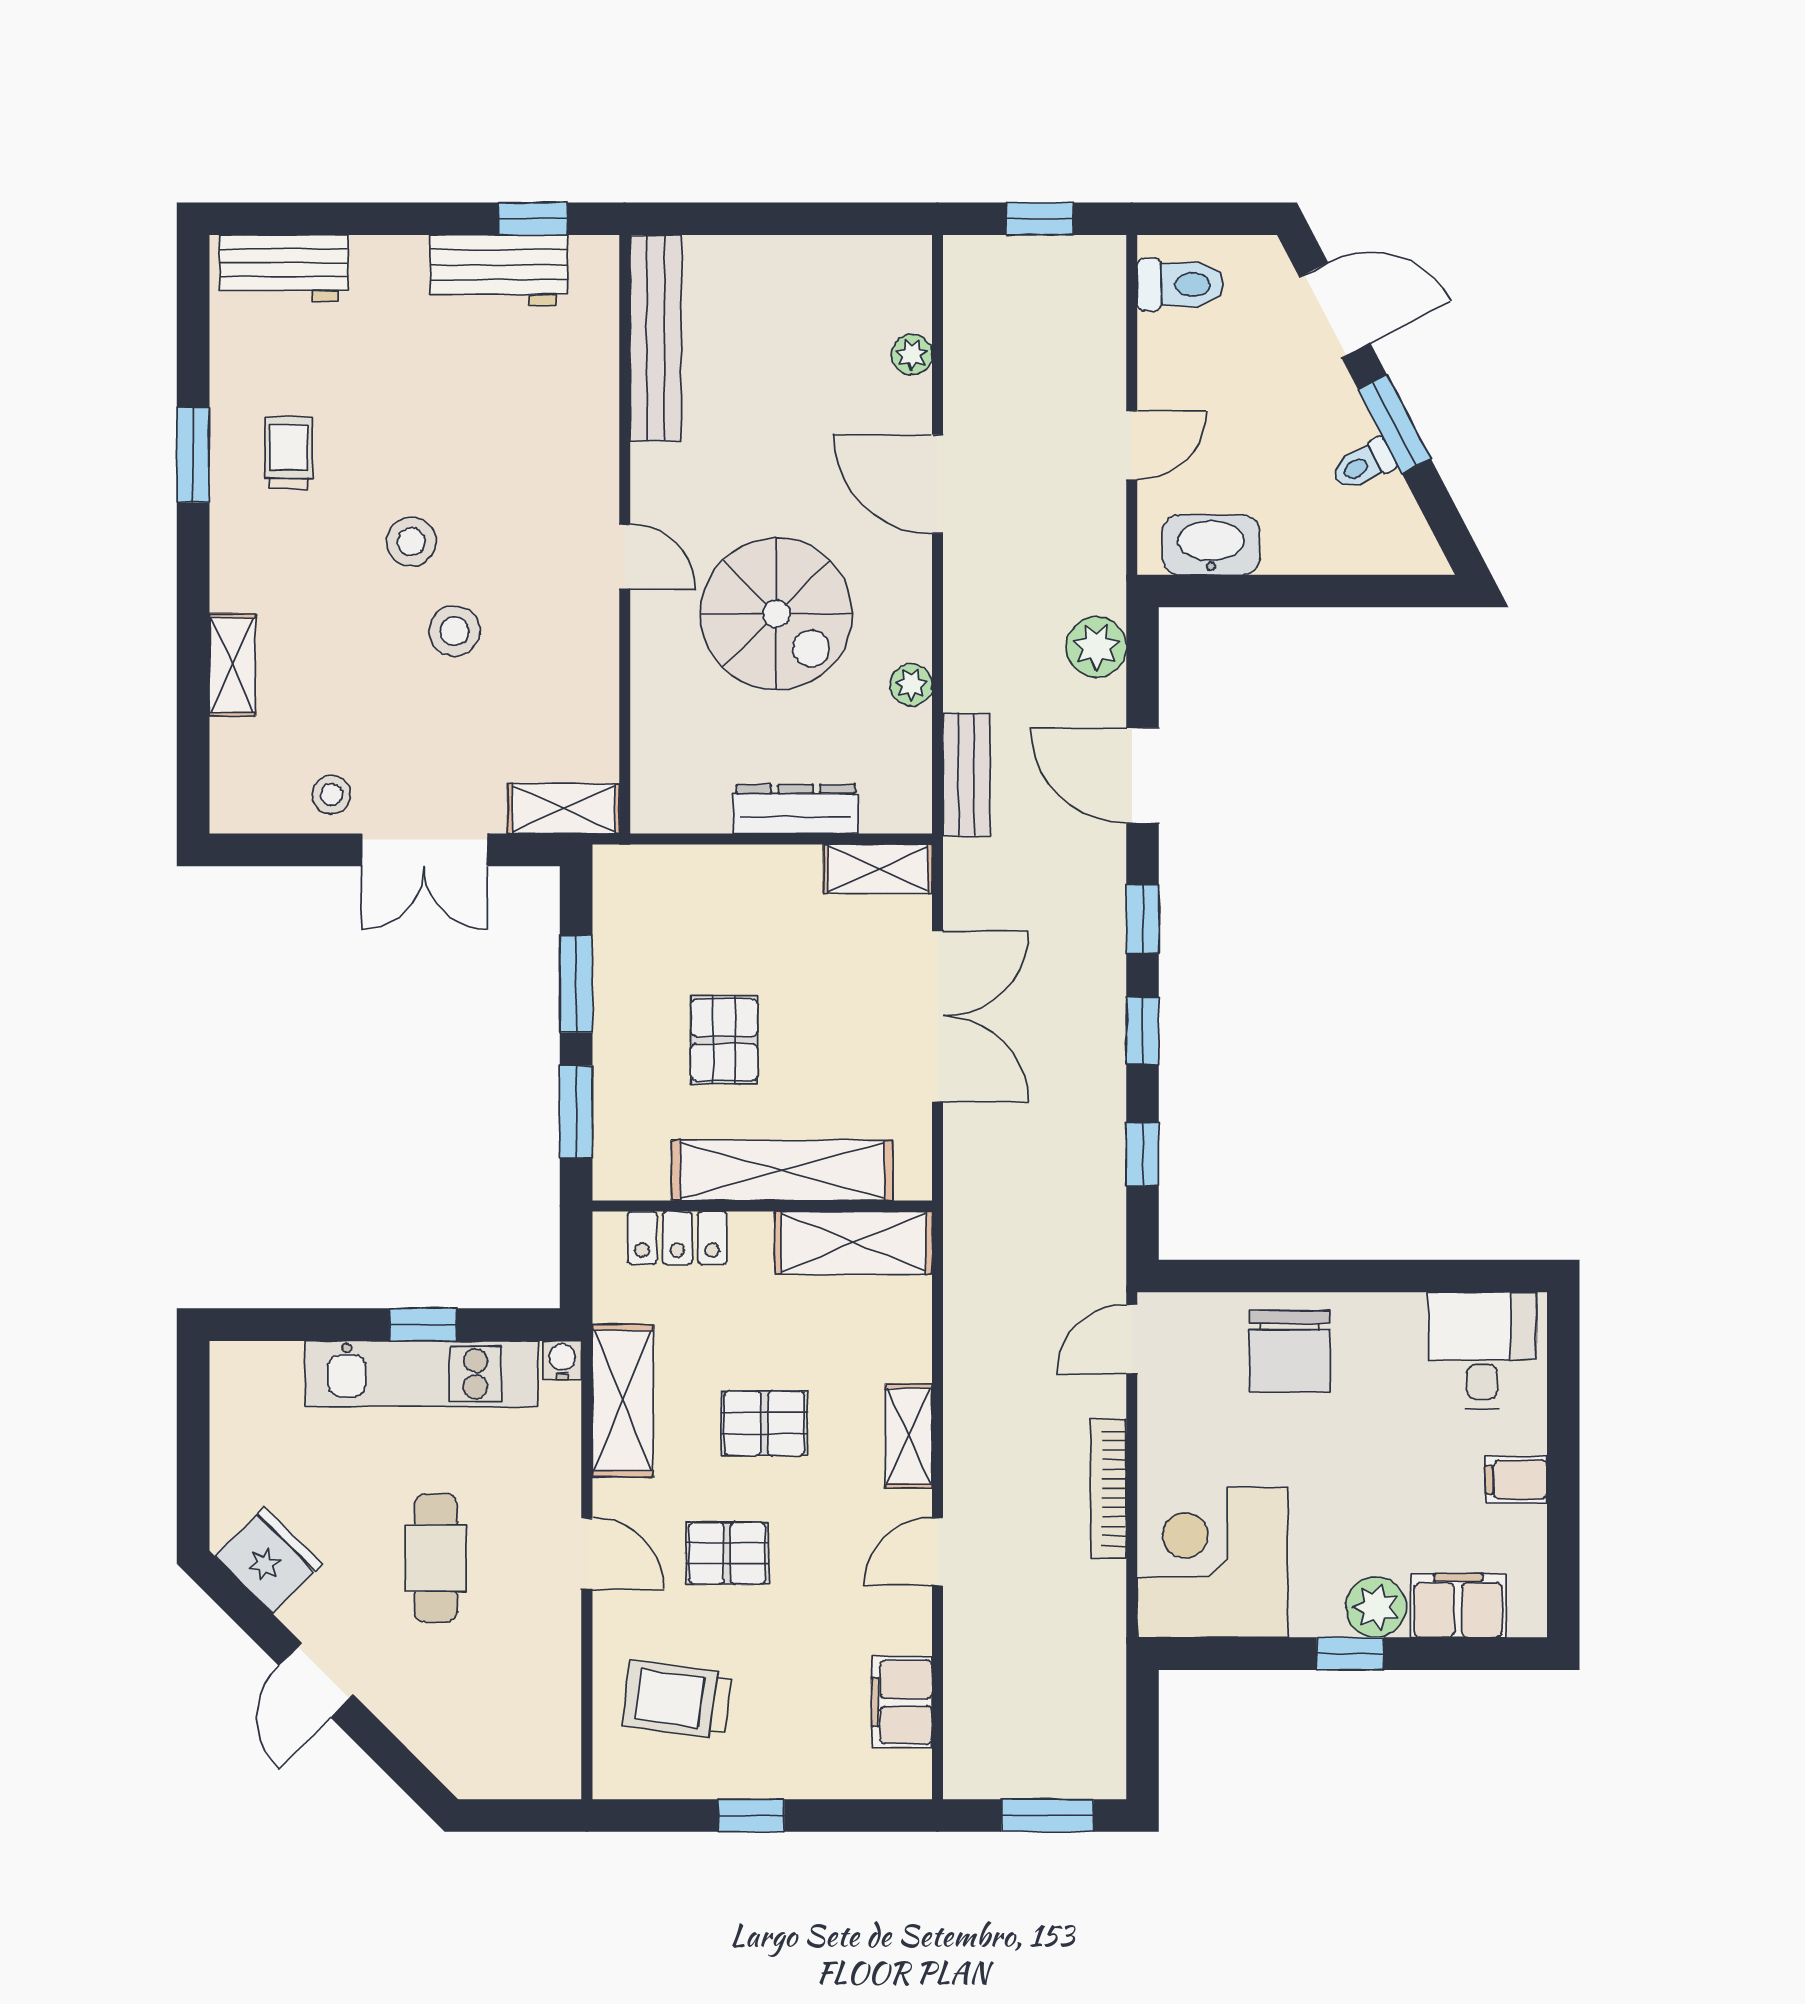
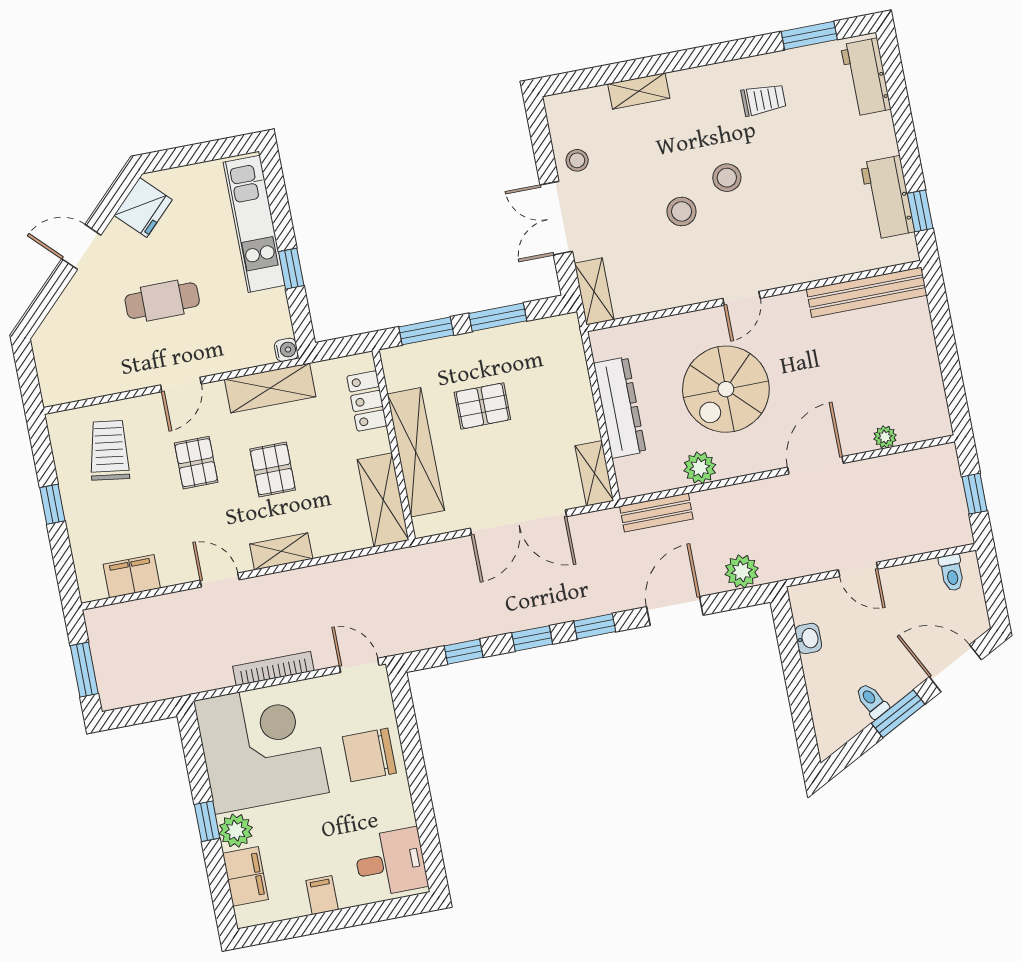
toilet: (1181, 285) -> (952, 573), width x0.73, depth x0.72
door: (1335, 310) -> (955, 668), swing flipped
window: (193, 455) -> (809, 36), moved
washbasin: (1211, 545) -> (808, 638), width x0.52, depth x0.69
plant: (911, 685) -> (700, 468), width x1.38, depth x1.38
dresser: (796, 809) -> (620, 408), width x1.37, depth x1.24
kitchen unit: (422, 1374) -> (254, 224), moved
corner desk: (1212, 1562) -> (261, 747), width x1.36, depth x1.36

